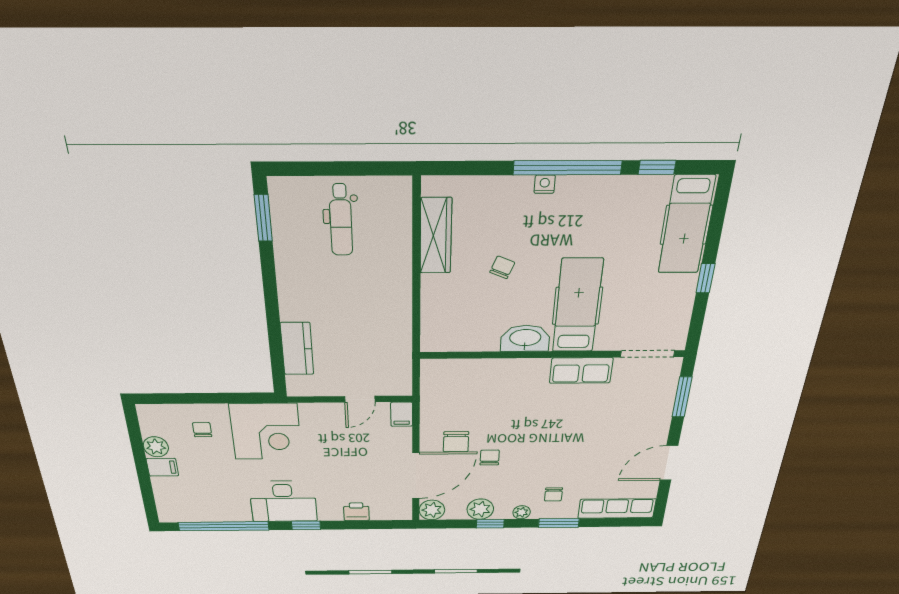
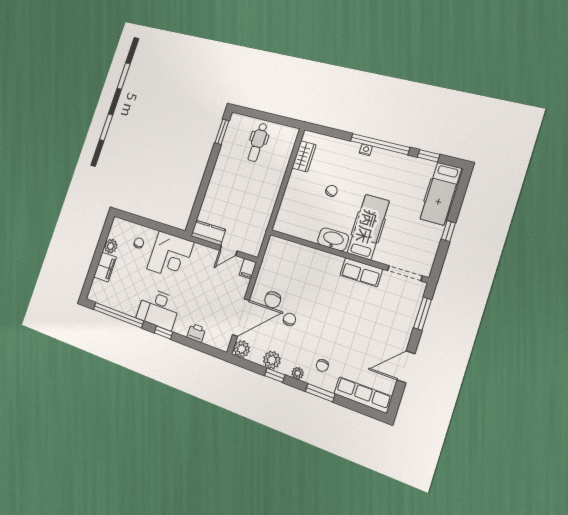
wardrobe: (436, 236) -> (304, 156), width x0.67
kitchen counter: (297, 349) -> (208, 233), moved, turned -90
filing cabinet: (162, 467) -> (105, 267), width x2.00

